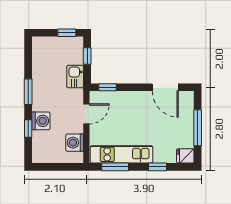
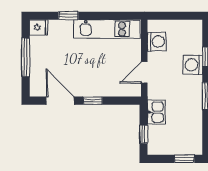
window: (67, 33) -> (184, 159), moved
window: (107, 87) -> (93, 101), moved
window: (115, 167) -> (114, 16), removed

